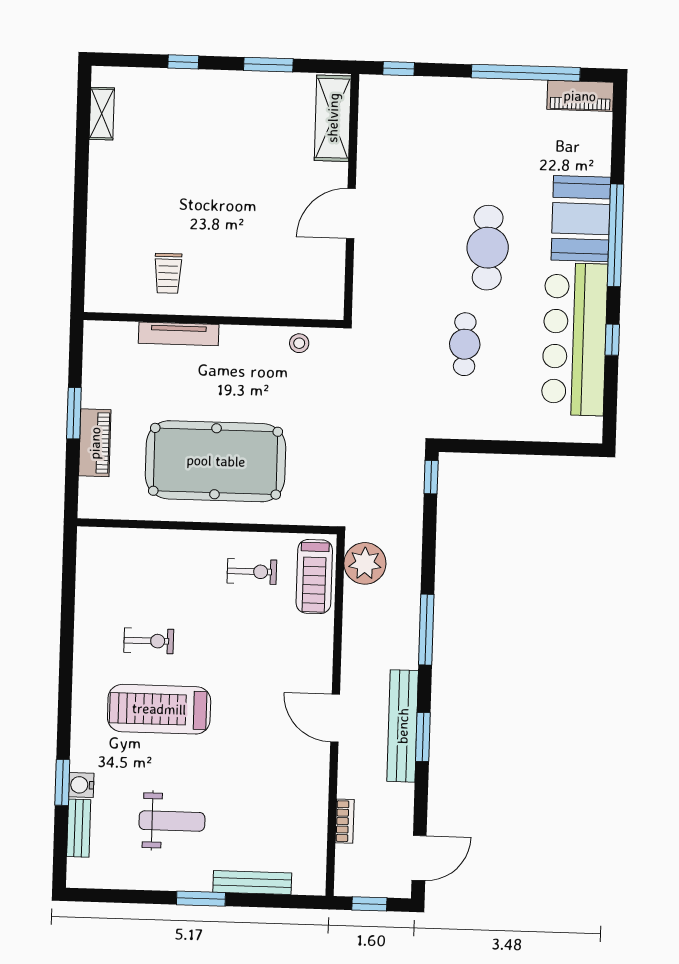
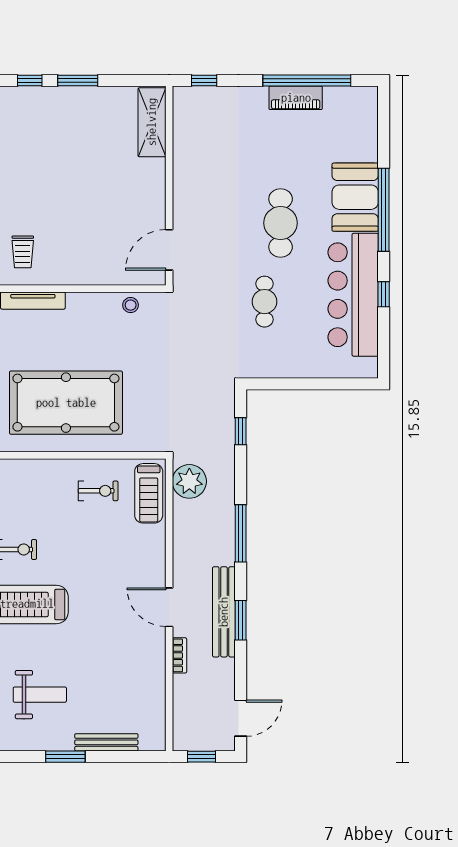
window: (268, 65) -> (78, 81), moved
piano: (580, 96) -> (296, 98), moved
door: (351, 214) -> (169, 250), moved
window: (431, 477) -> (241, 431), moved
bookcase: (345, 821) -> (179, 655), moved

